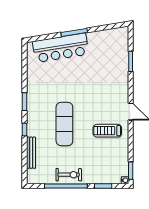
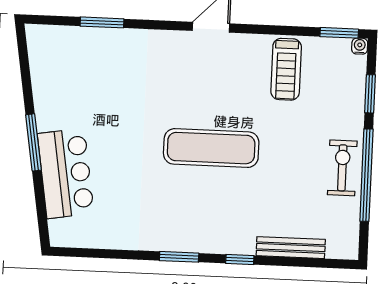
bar counter: (61, 48) -> (66, 173), width x0.73
exercise mat: (64, 124) -> (211, 148), moved
treadmill: (107, 131) -> (286, 69), moved

